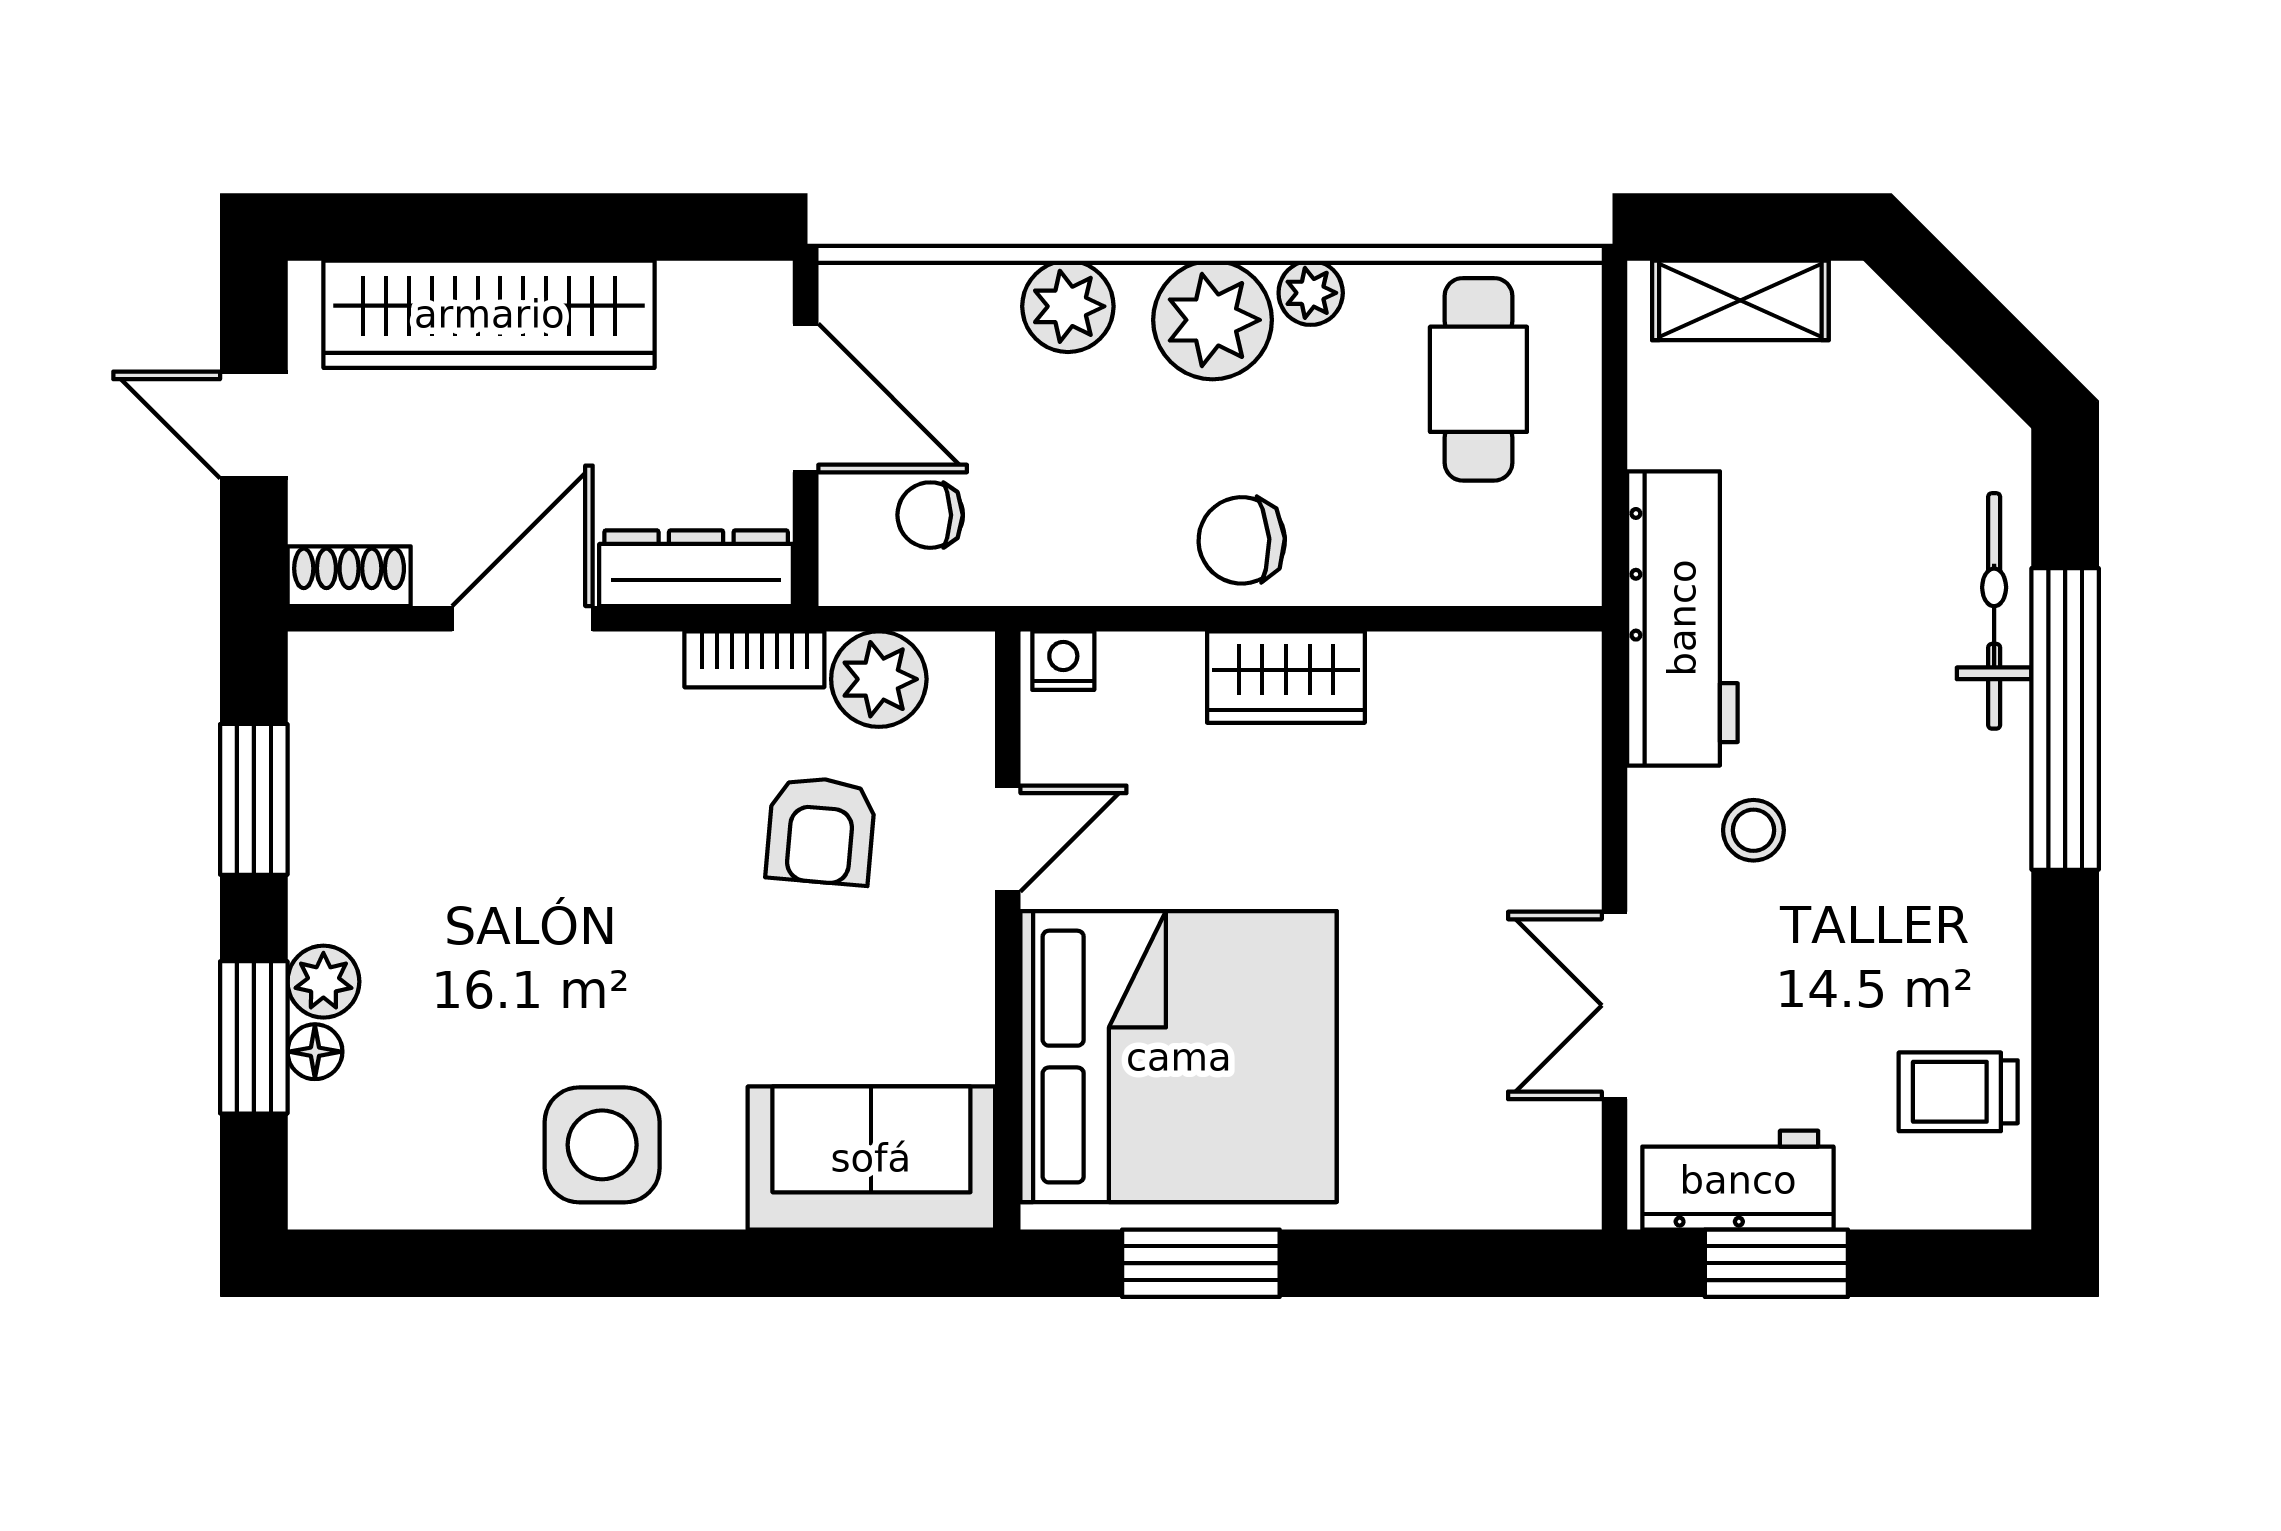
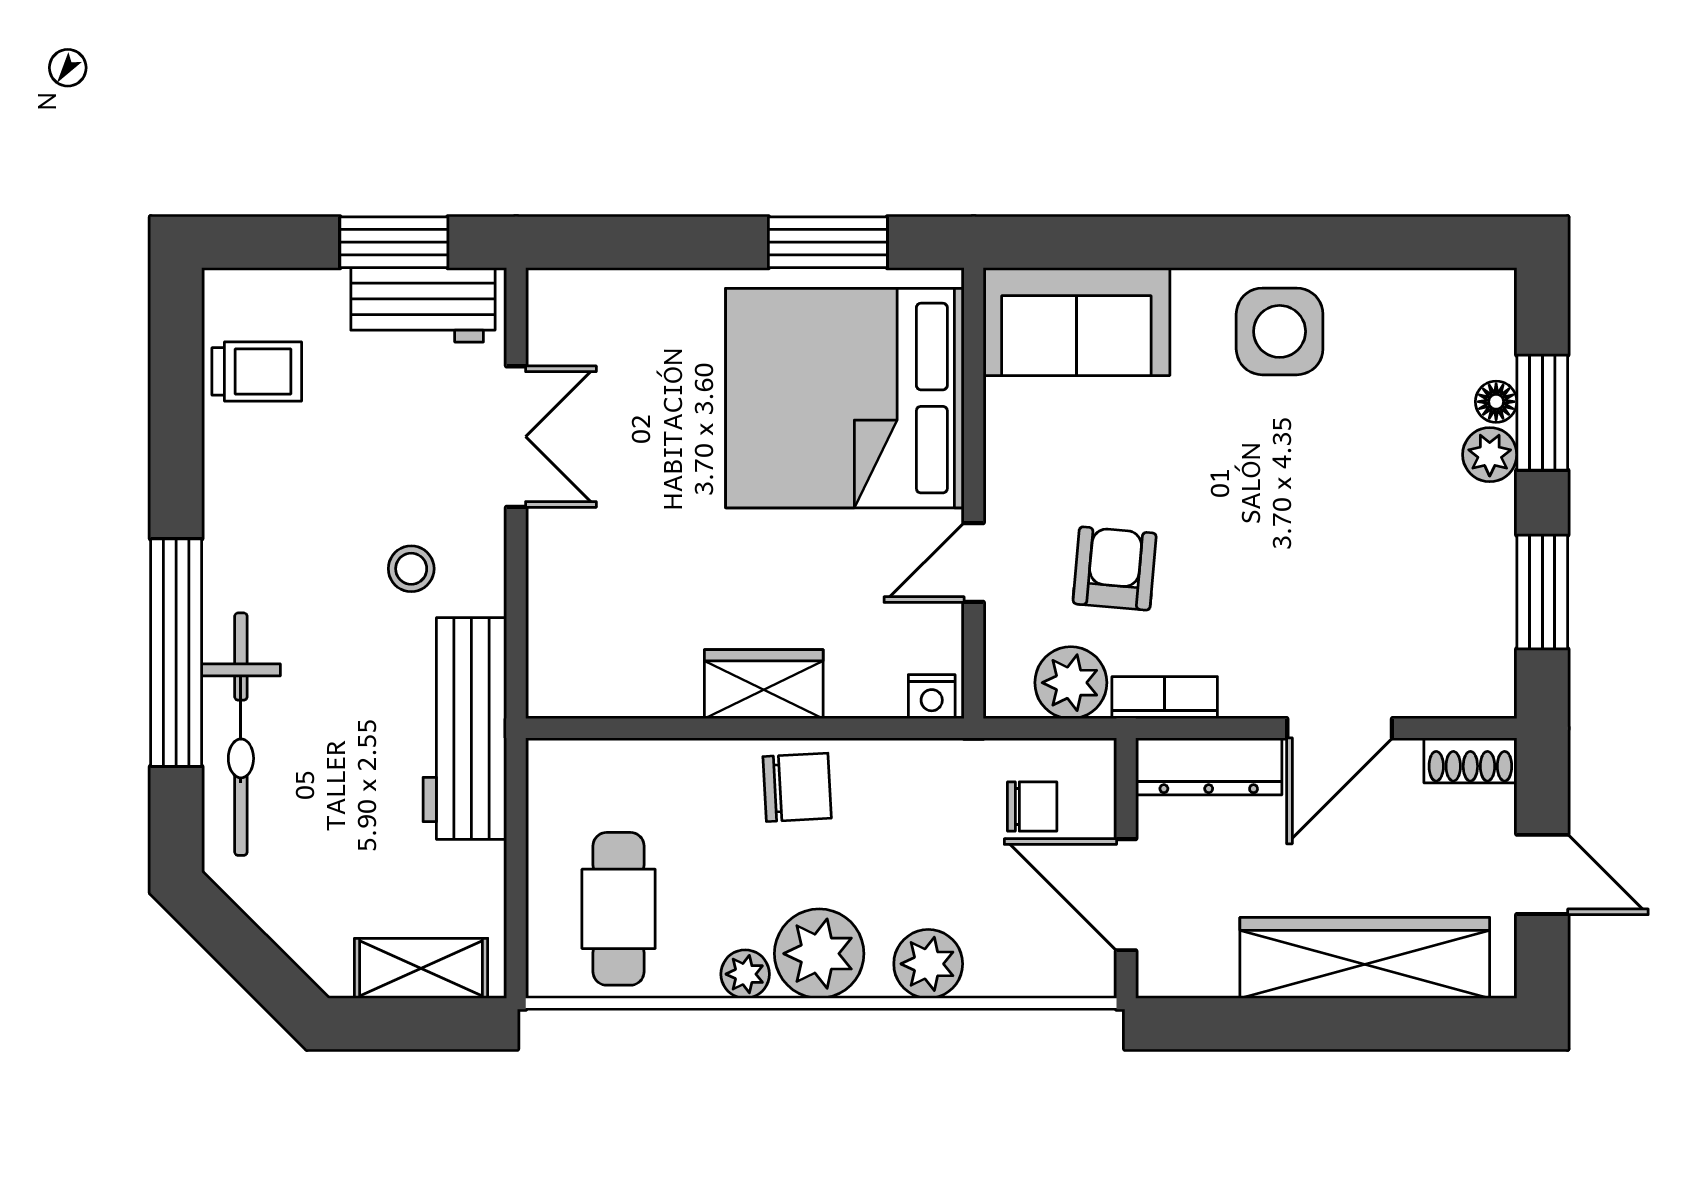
bicycle: (1994, 611) -> (241, 734), width x1.37, depth x1.40

